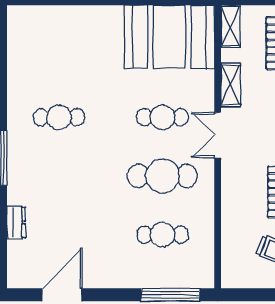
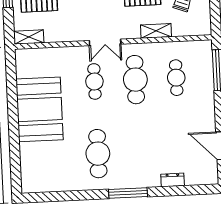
booth: (169, 37) -> (39, 109), moved
shelving: (231, 85) -> (156, 31), moved
cafe table: (59, 117) -> (98, 154), width x1.37, depth x1.35

